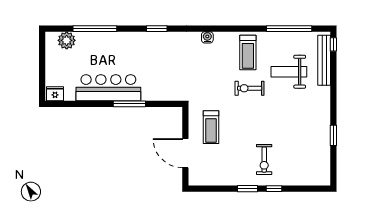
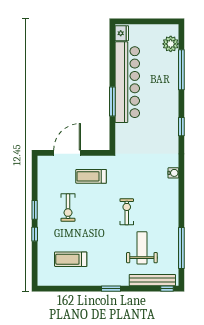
treadmill: (248, 52) -> (71, 259), moved
bar counter: (108, 88) -> (127, 82), width x1.36
window: (333, 135) -> (111, 289), moved
exercise bike: (264, 160) -> (68, 208), moved, turned -90

